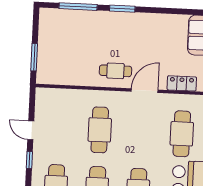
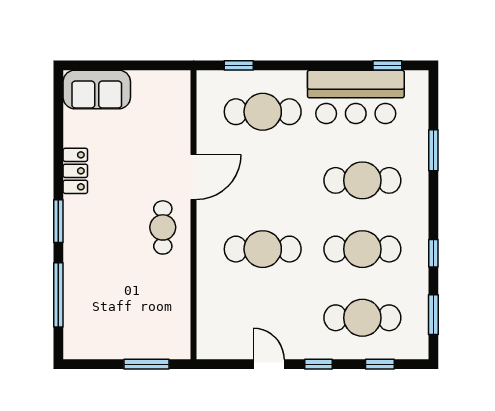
locker: (182, 83) -> (75, 171), moved, turned 180
door: (145, 91) -> (194, 177), swing flipped
door: (31, 130) -> (269, 364), swing flipped

